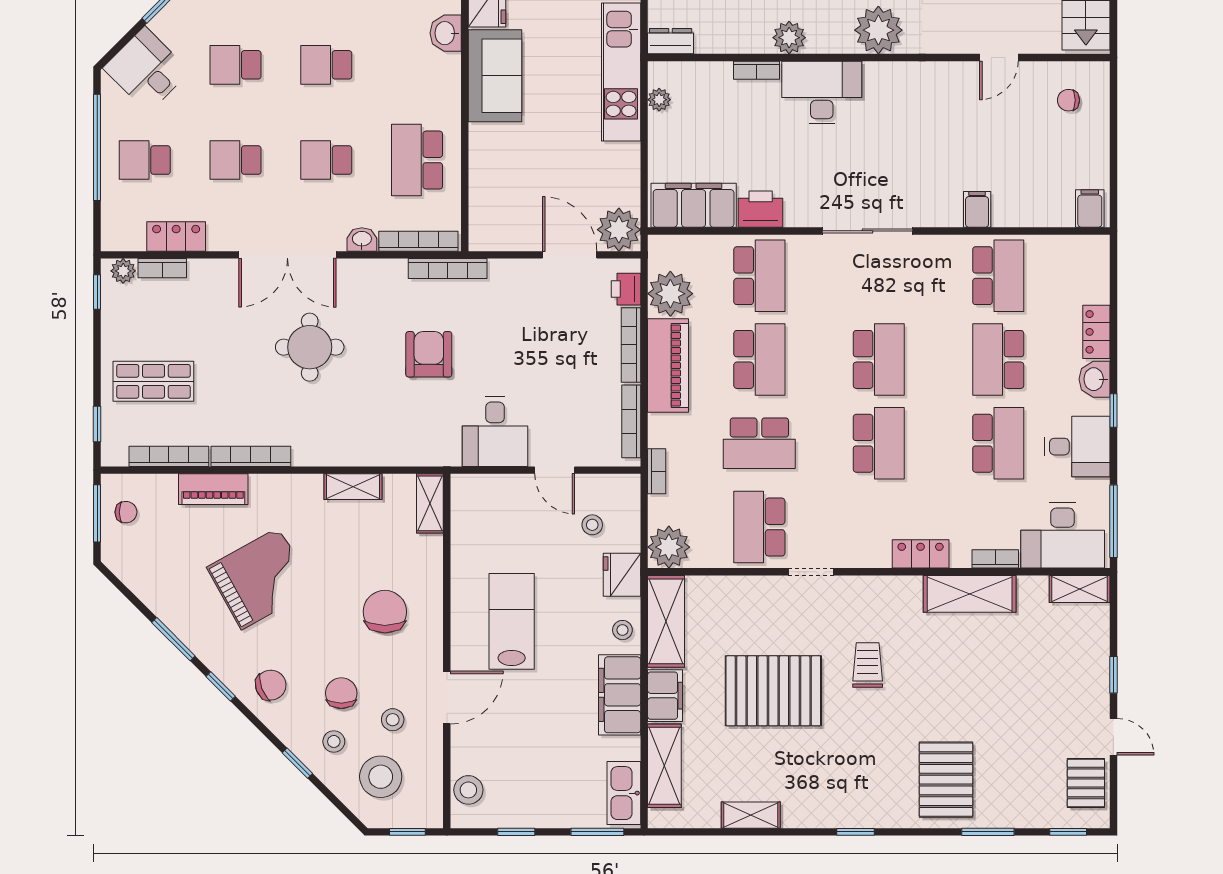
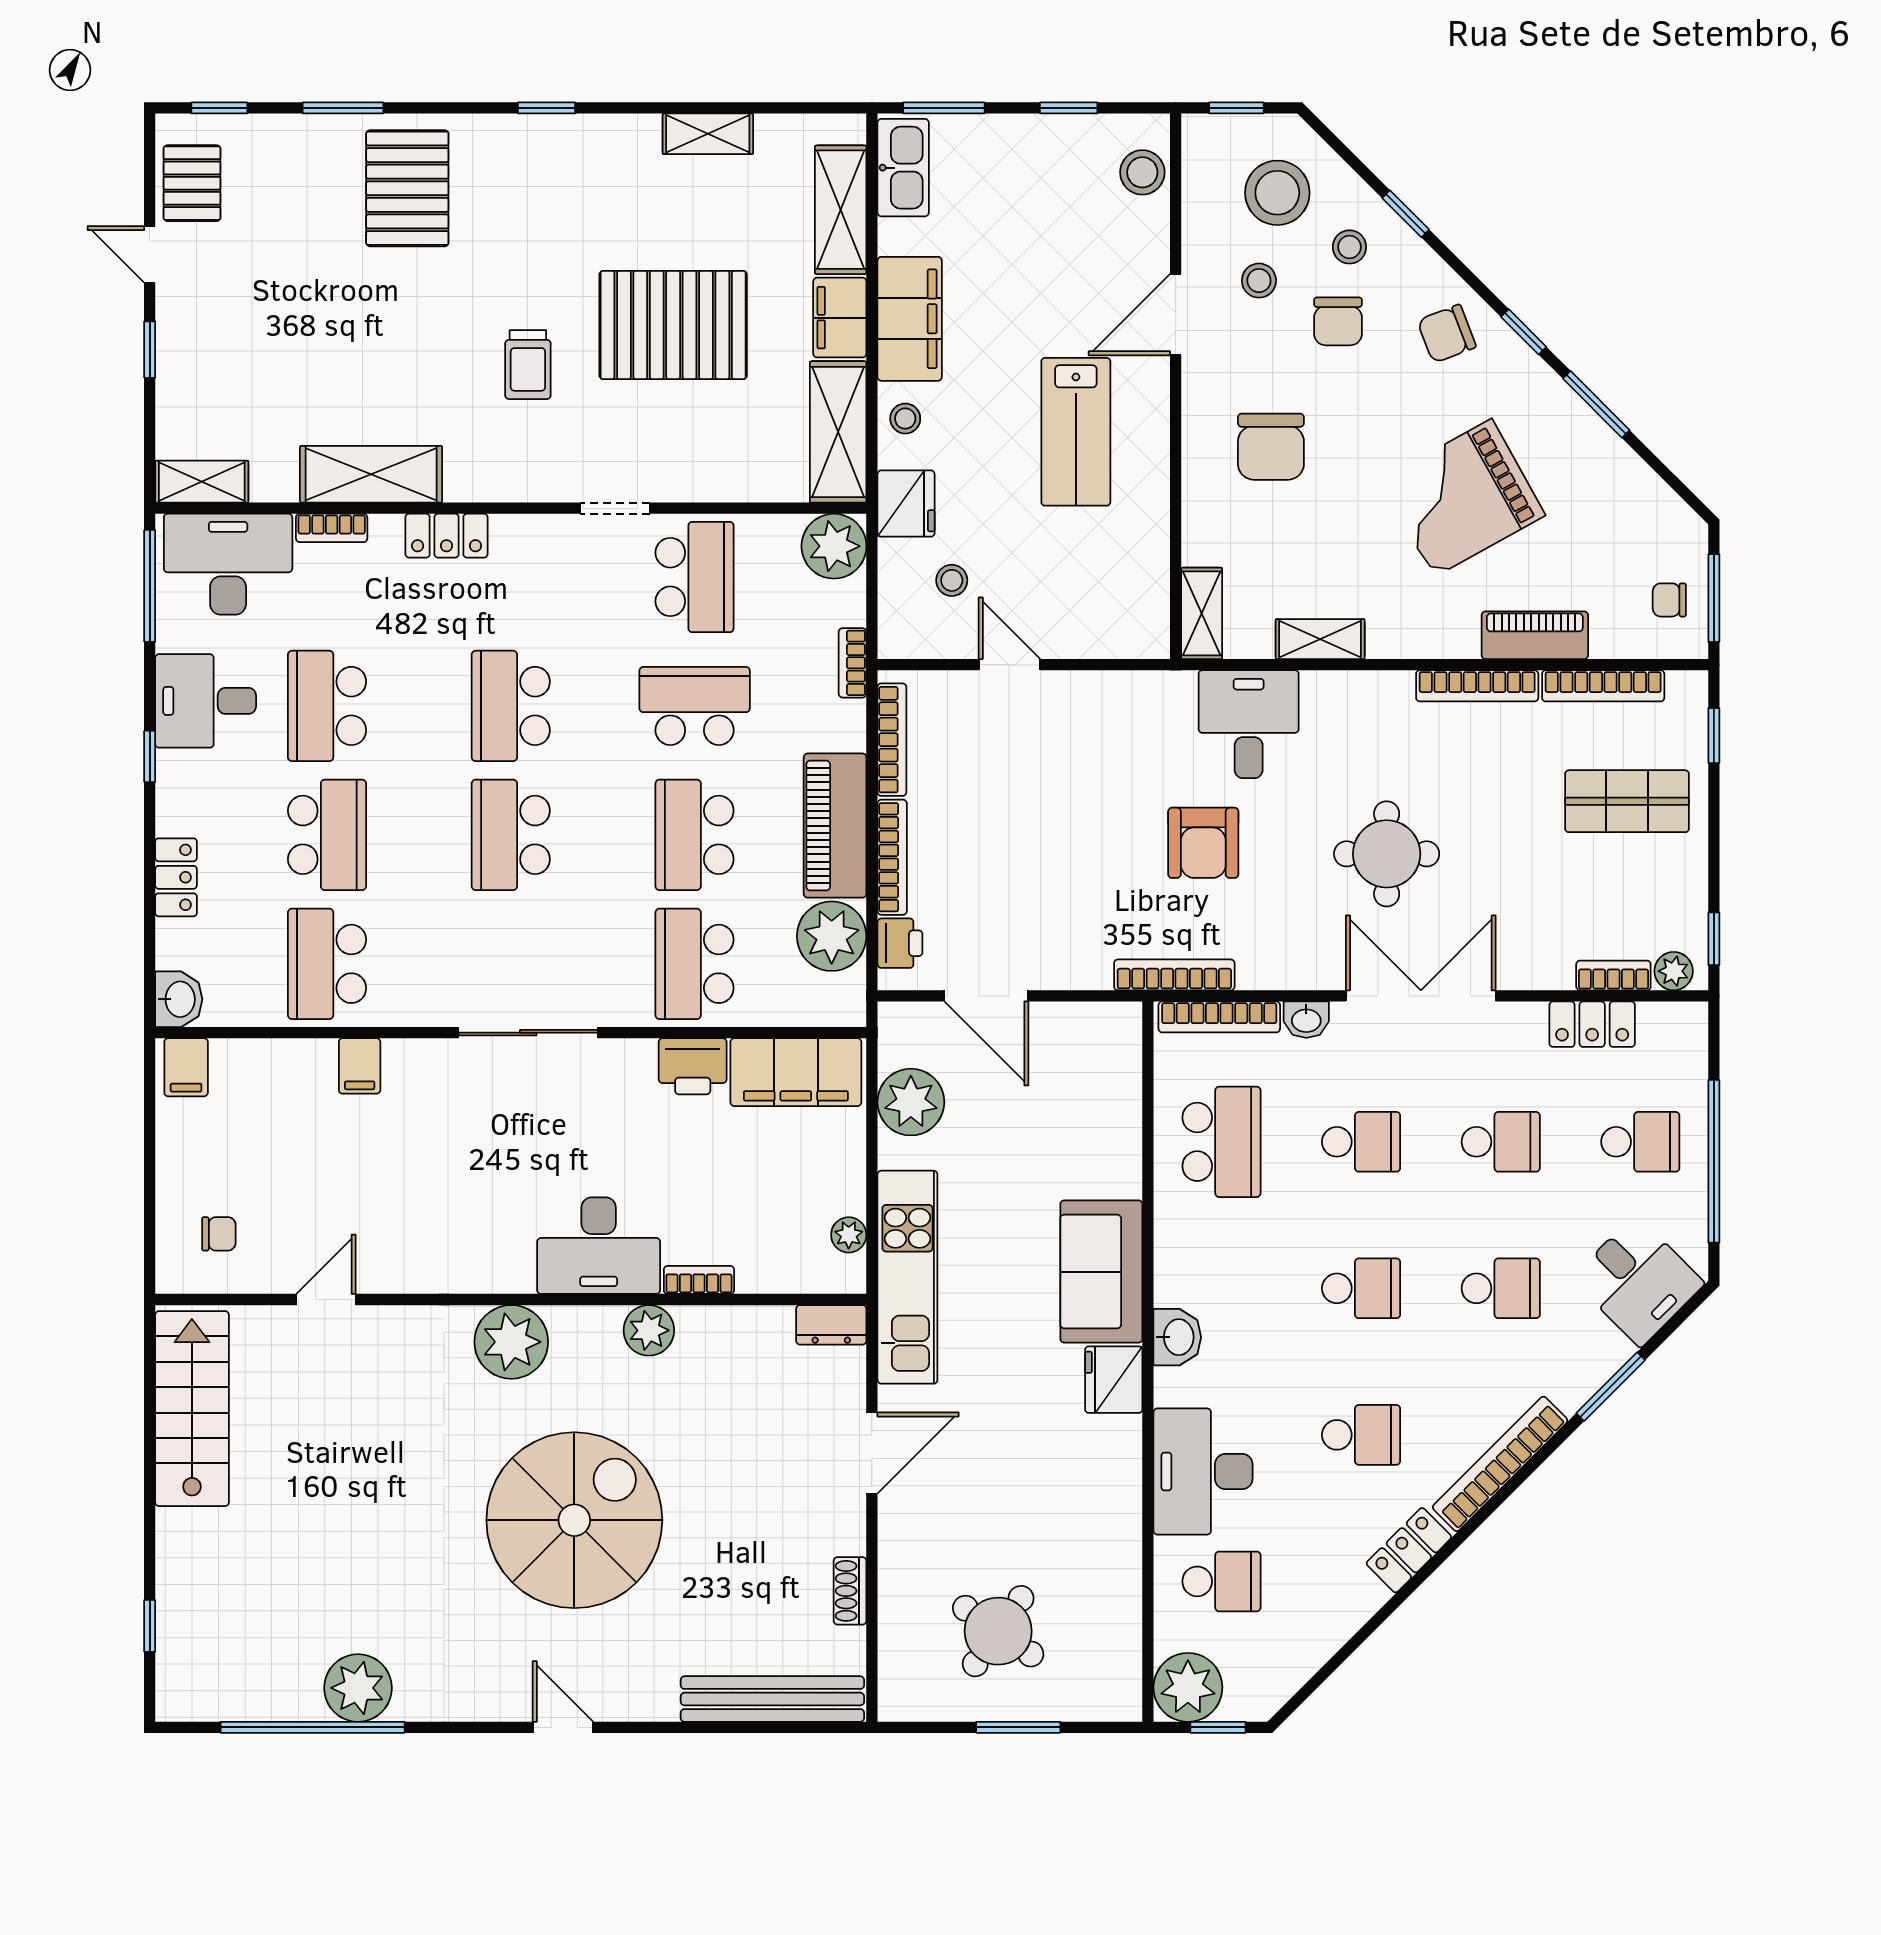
plant: (619, 230) -> (911, 1102), moved
washbasin: (1095, 379) -> (179, 999), moved
desk: (495, 431) -> (1249, 724), moved

